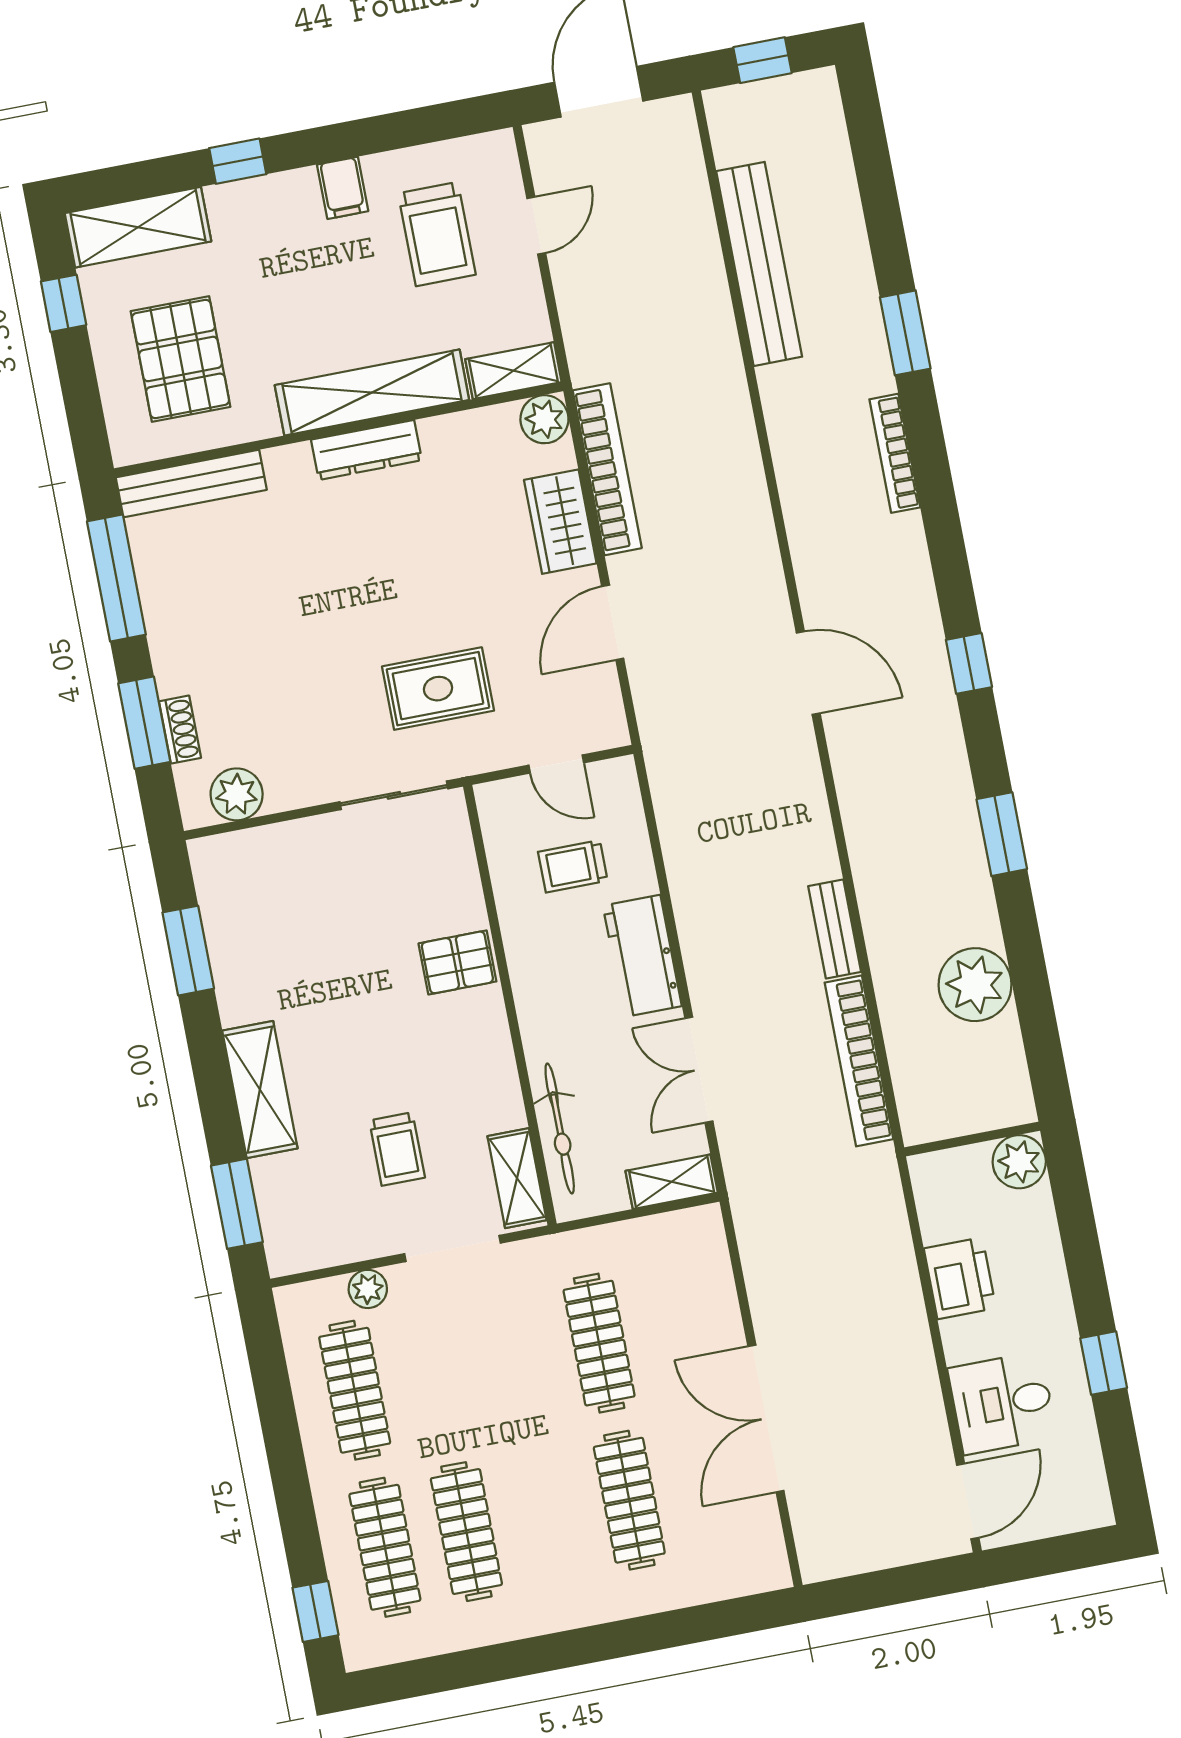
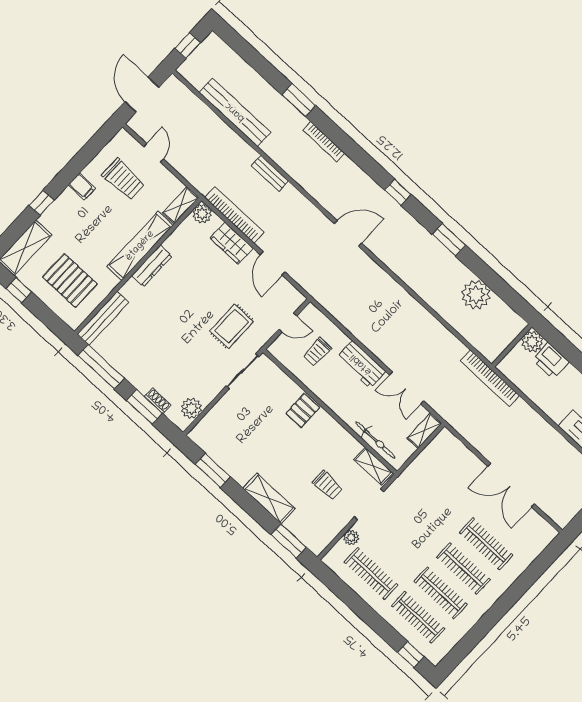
bench: (835, 929) -> (270, 173), moved
bookcase: (859, 1061) -> (490, 378), moved
printer: (960, 1278) -> (551, 361), moved, turned 180
clothes rail: (599, 1343) -> (463, 568), moved

